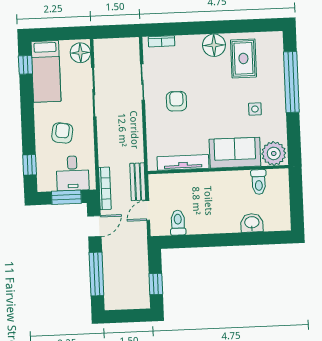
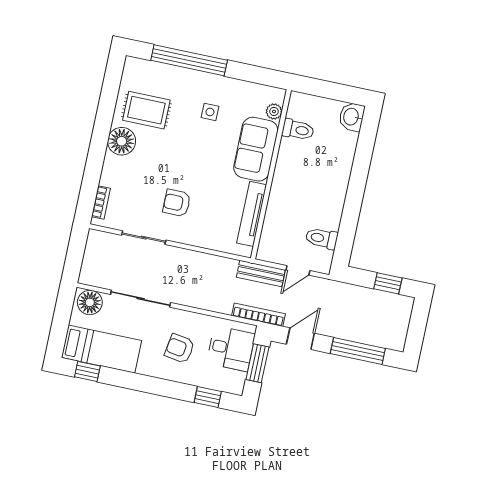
plant: (274, 153) -> (274, 111), width x0.53, depth x0.53
door: (148, 210) -> (298, 270), hinge flipped
washbasin: (252, 223) -> (352, 117), moved
door: (94, 226) -> (300, 339), hinge flipped

